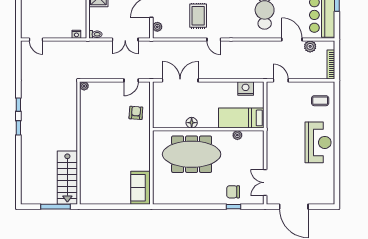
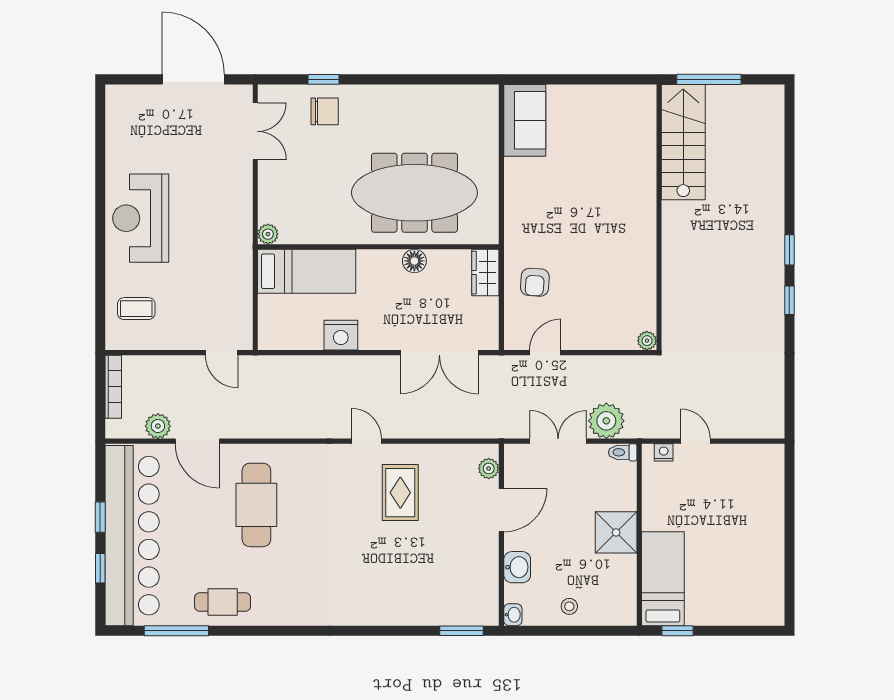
door: (36, 39) -> (695, 441), moved
plant: (103, 49) -> (606, 421), added
nightstand: (246, 88) -> (341, 335), moved
wardrobe: (159, 117) -> (485, 273), added
plant: (237, 135) -> (268, 234), moved

